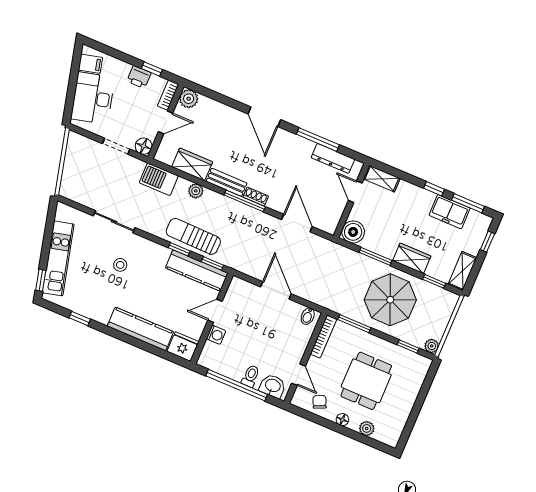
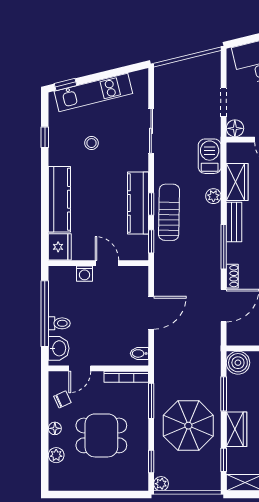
shoe rack: (256, 197) -> (232, 276), moved
stool: (120, 265) -> (92, 143), moved
kitchen counter: (197, 270) -> (138, 203), moved

